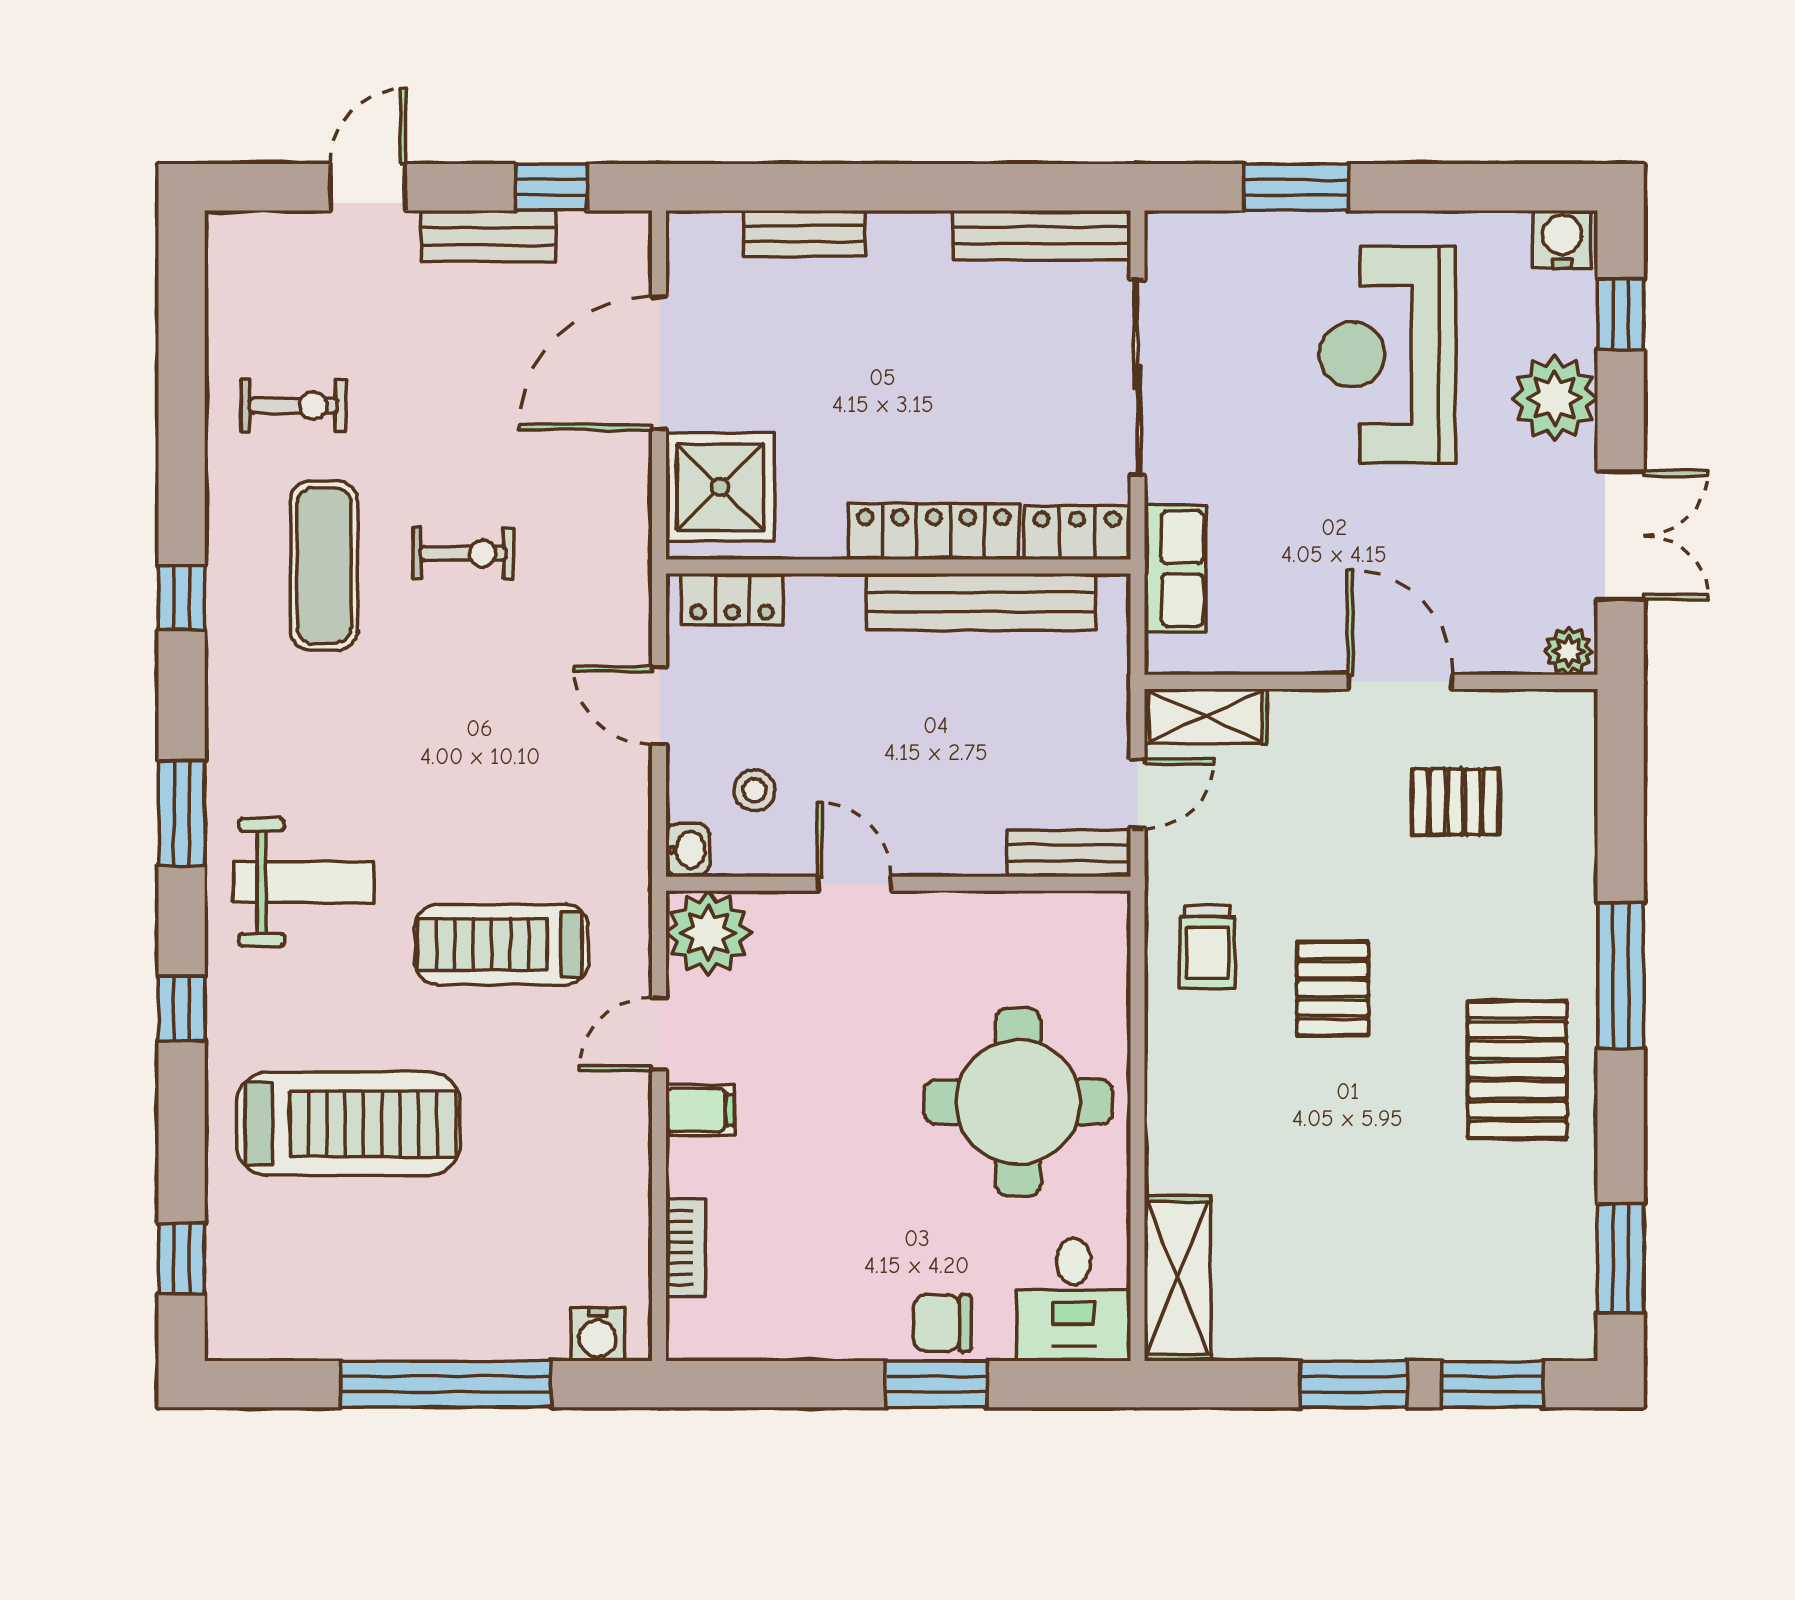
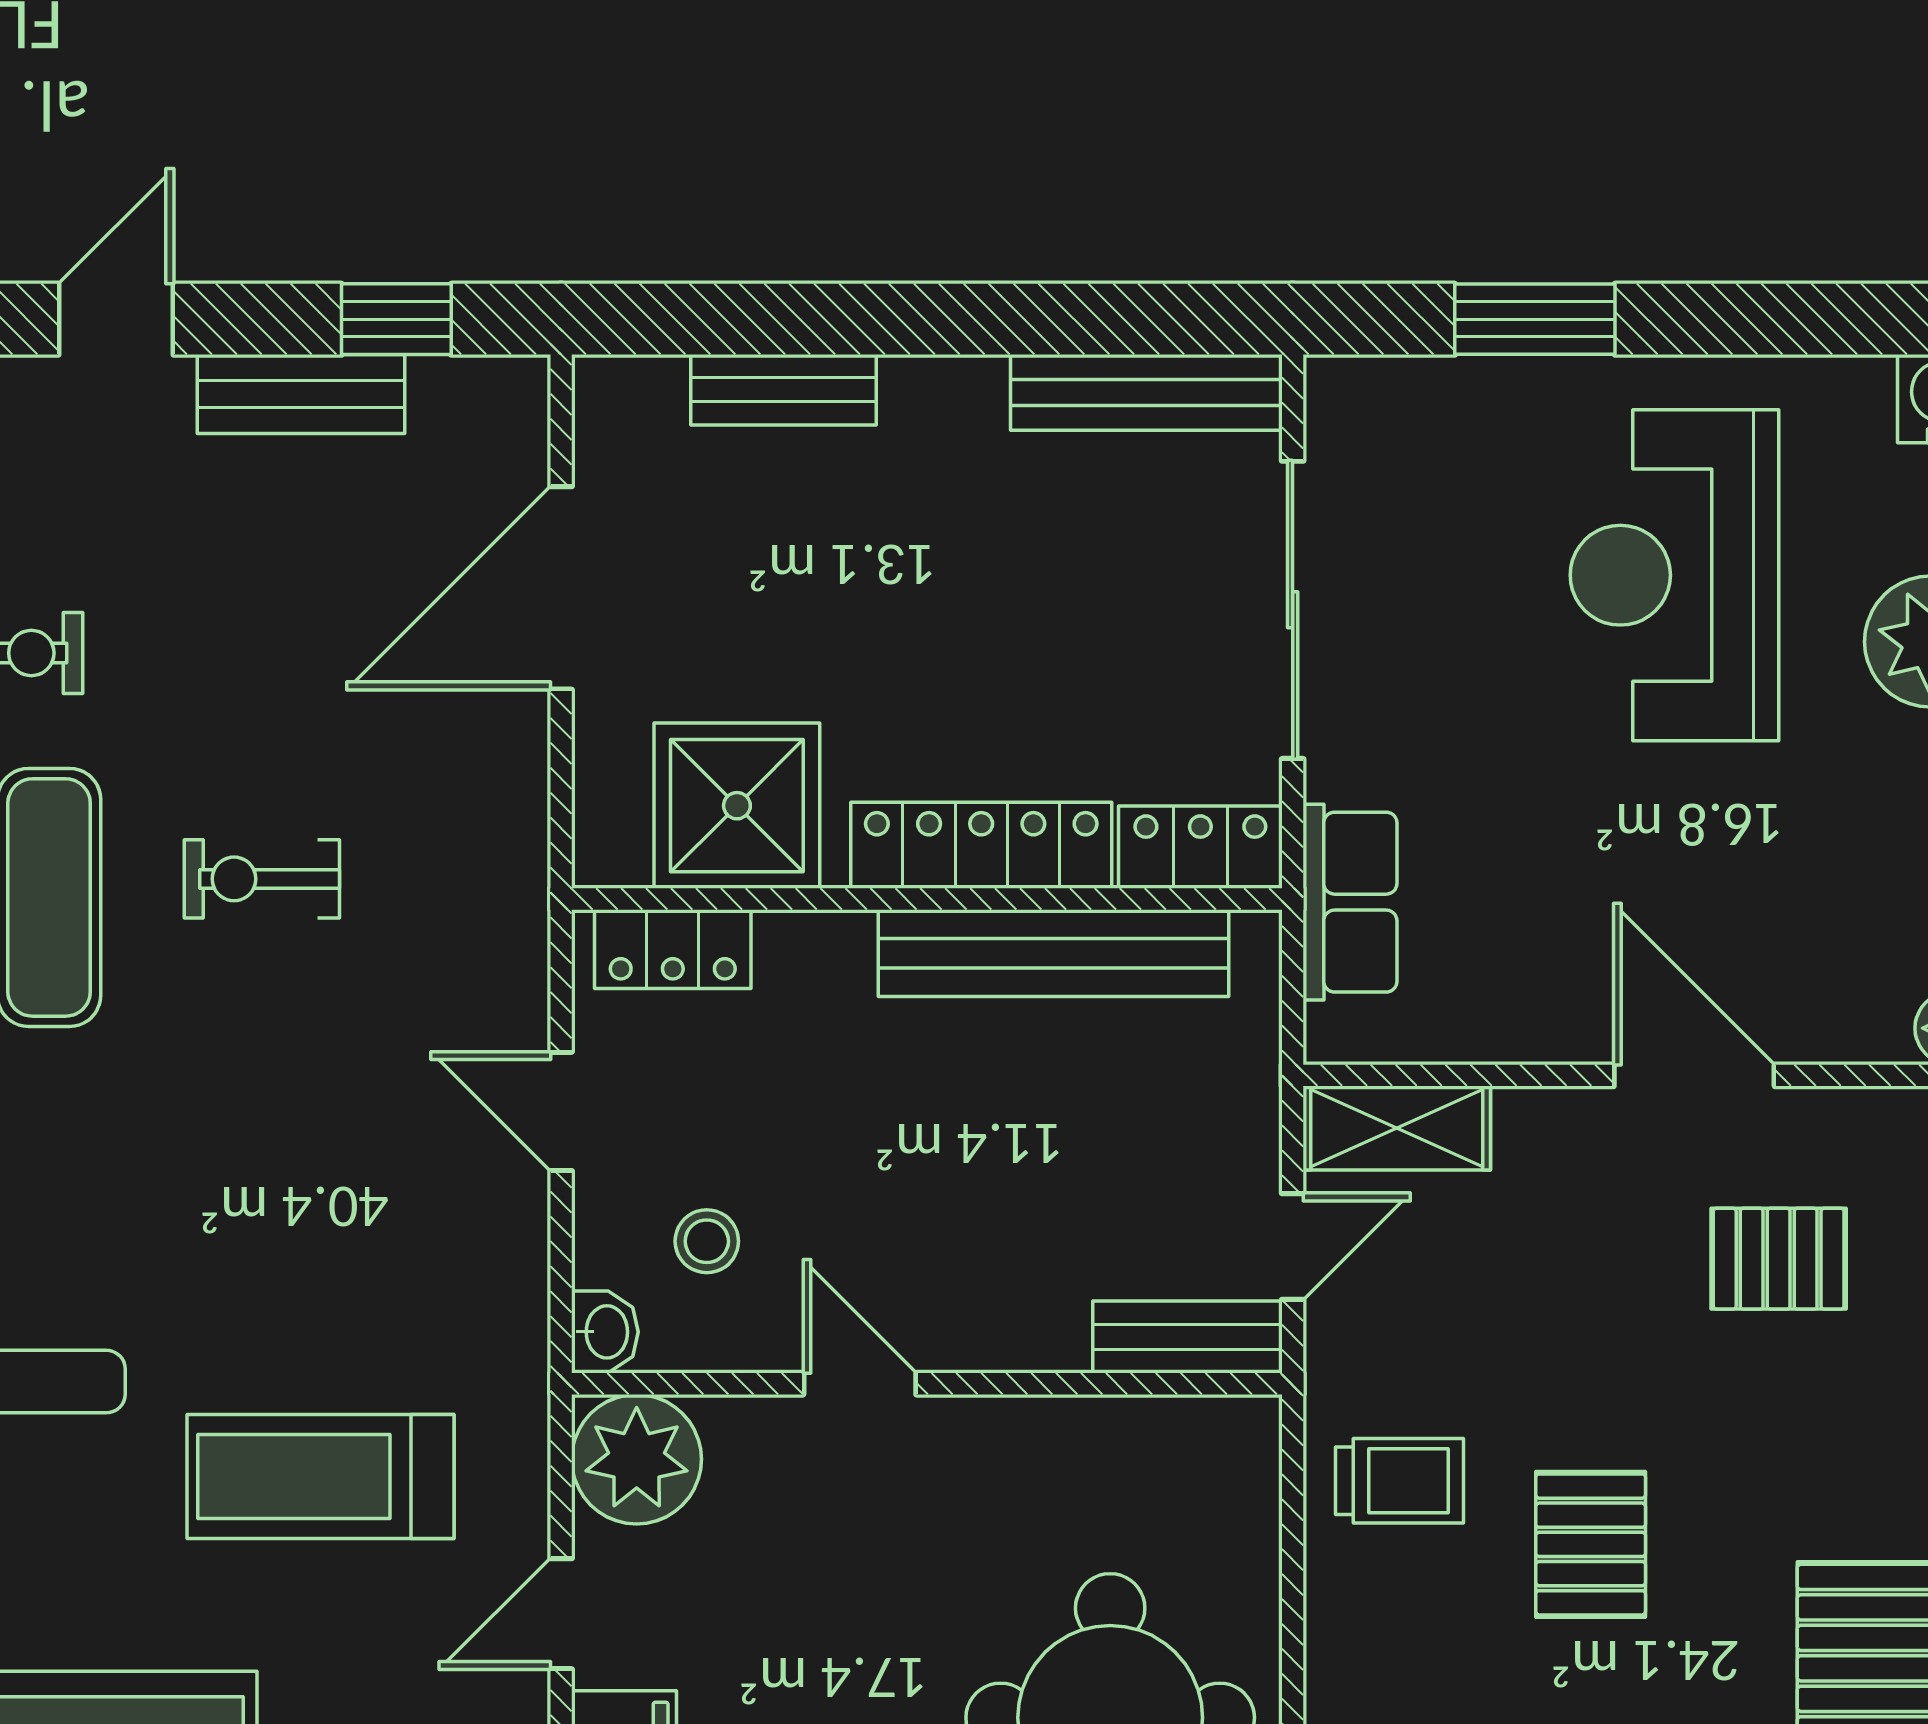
shower: (720, 487) -> (737, 806), moved
exercise bike: (463, 553) -> (262, 879), turned 180
trolley: (1207, 947) -> (1399, 1481), turned -90

